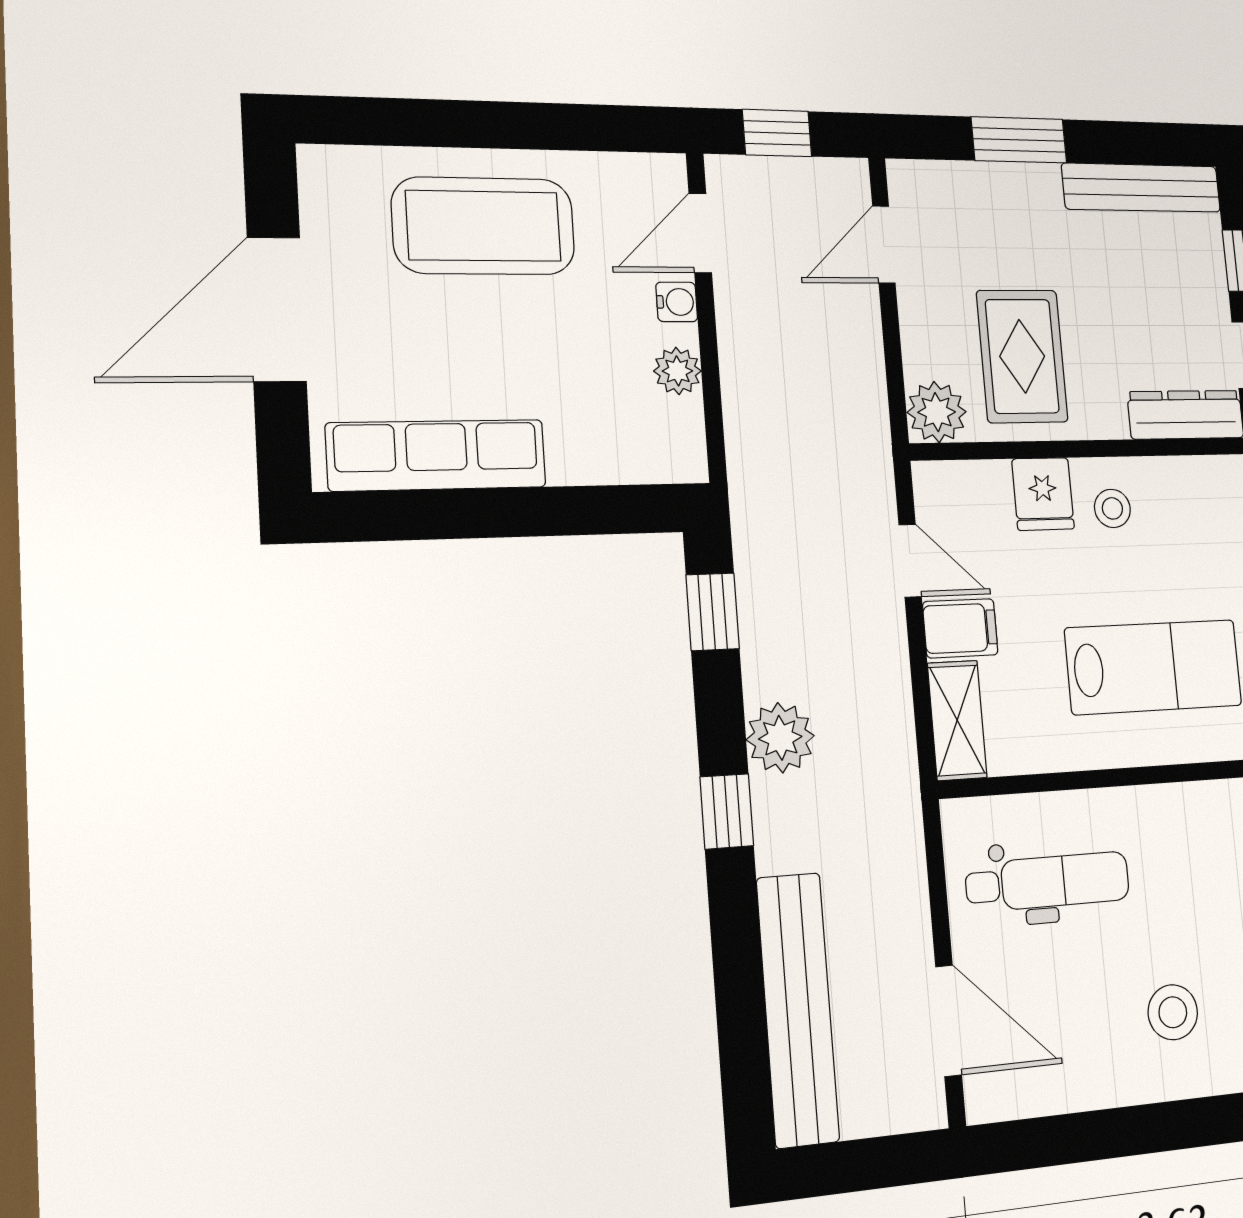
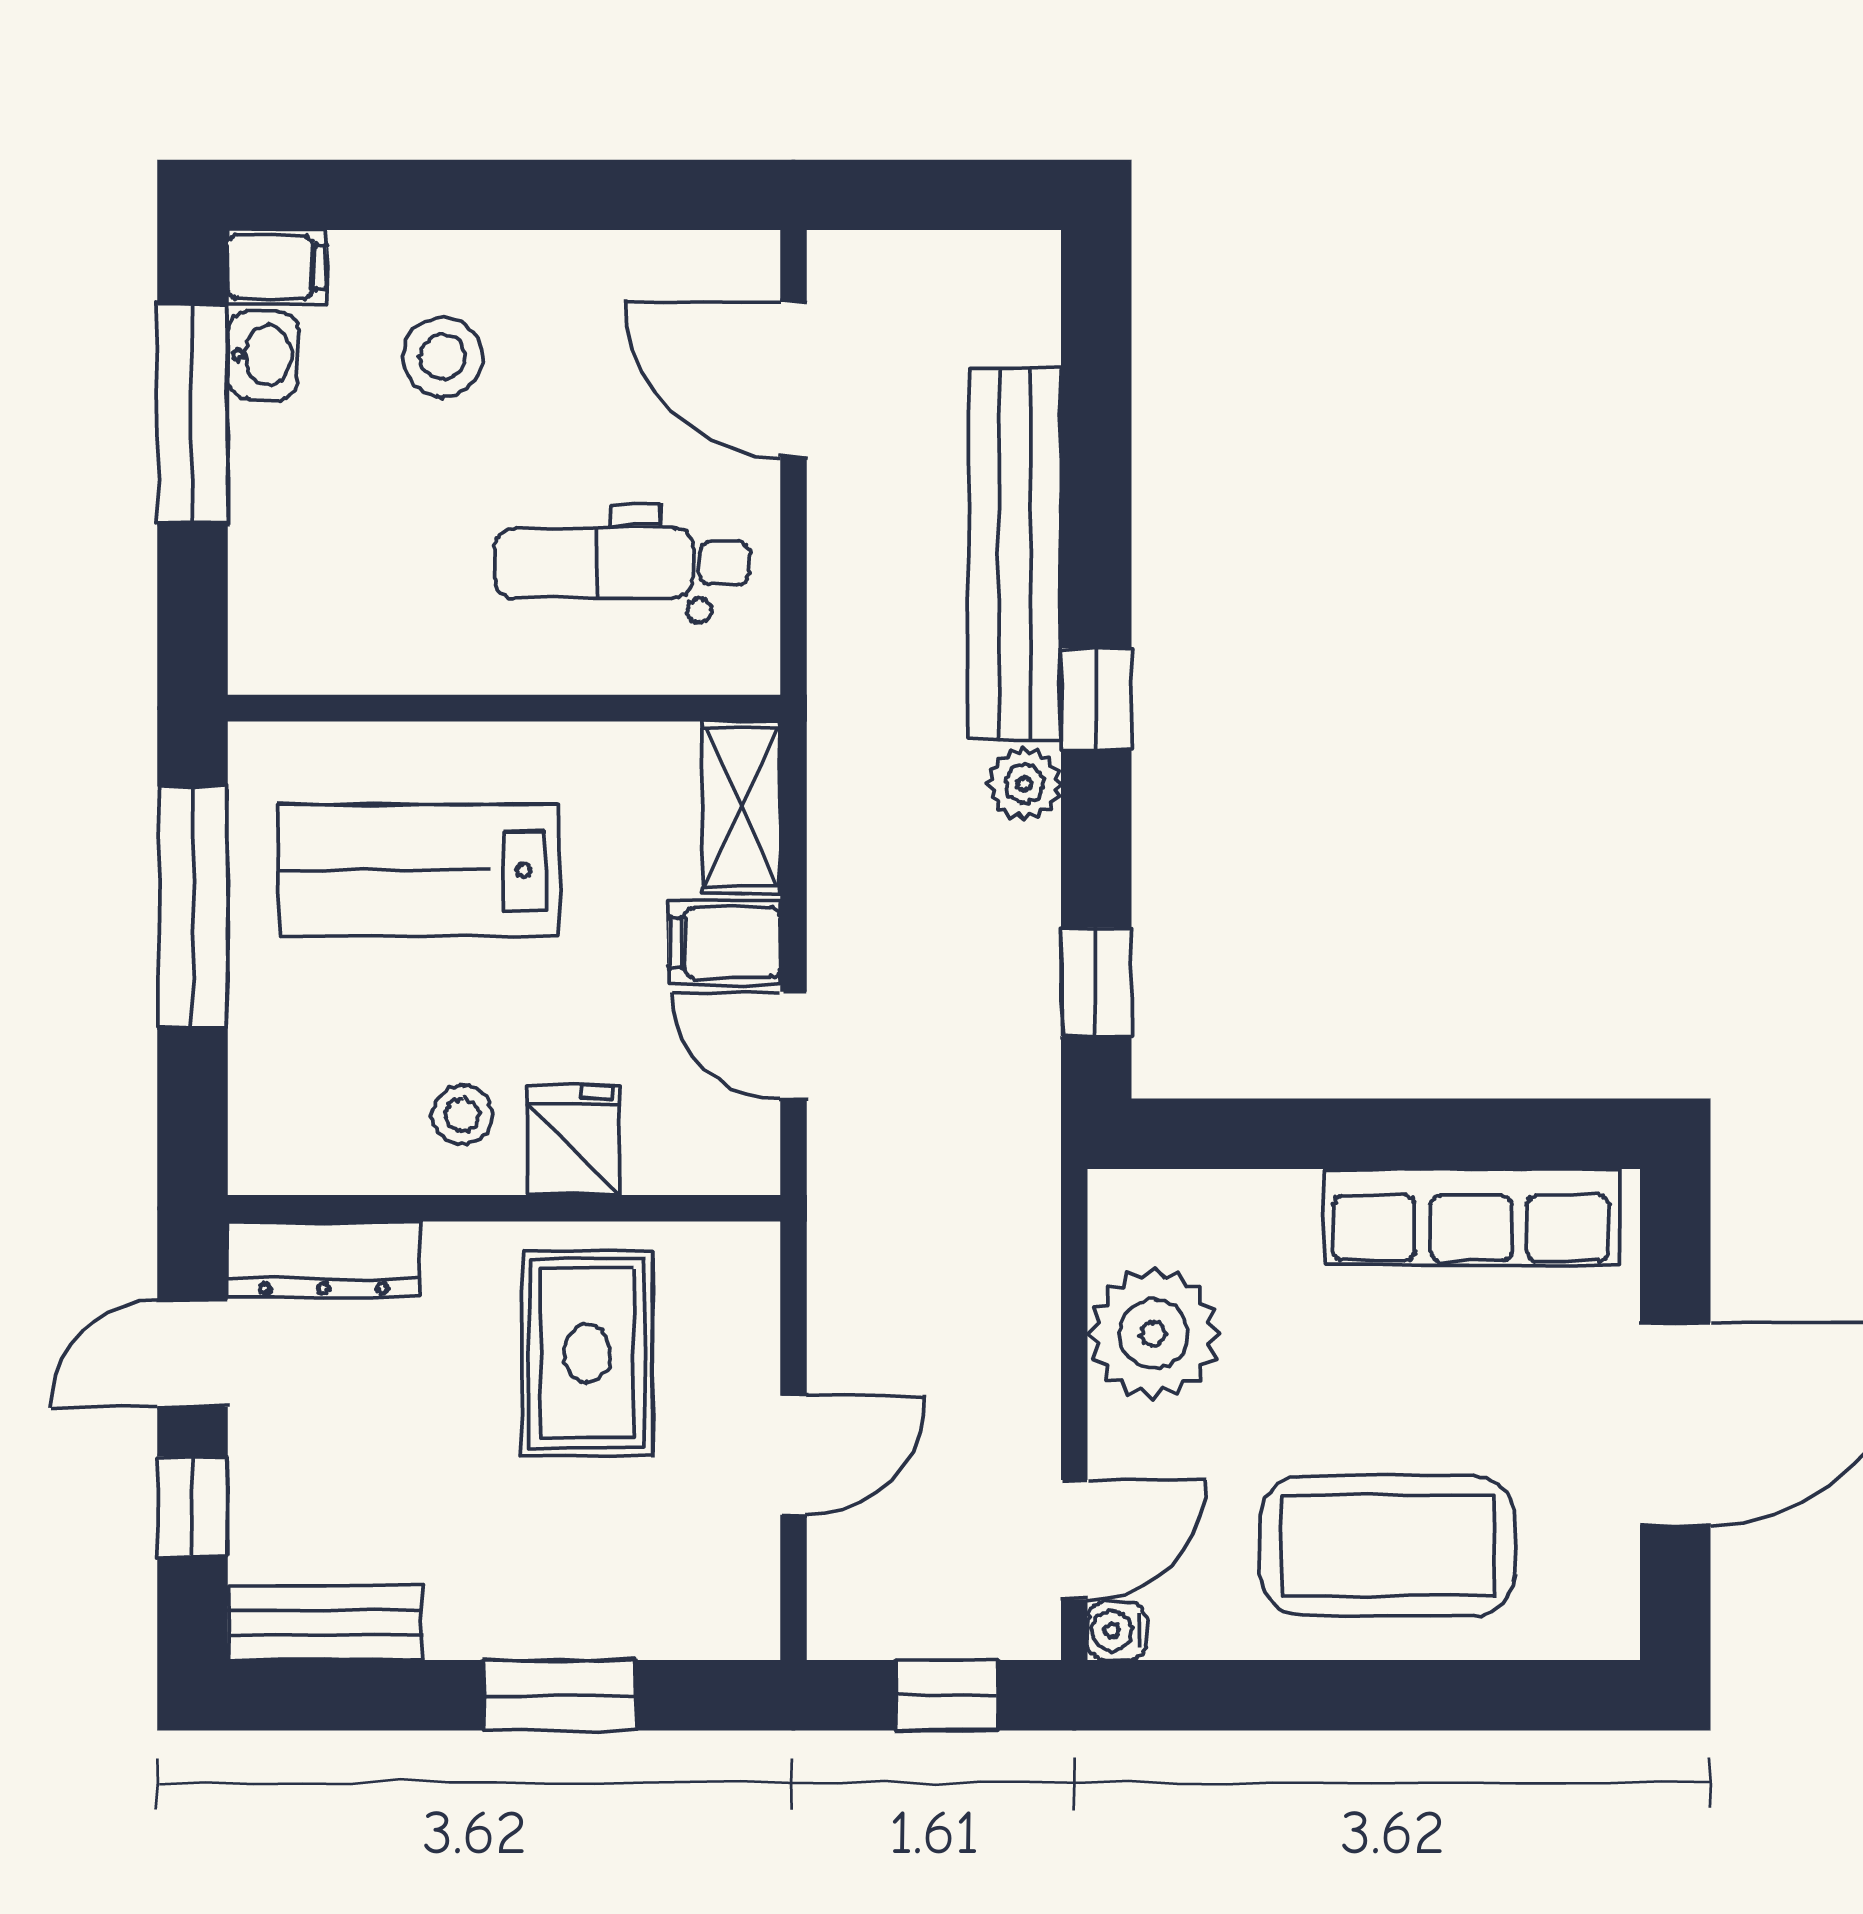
bench: (1141, 188) -> (325, 1623), width x0.73
door: (884, 245) -> (793, 1455), moved
water cooler: (677, 302) -> (1117, 1631), moved
plant: (677, 371) -> (1153, 1334), width x1.88, depth x1.88
plant: (937, 412) -> (732, 1268), removed
plant: (780, 738) -> (1024, 784), width x0.73, depth x0.73
bench: (798, 1009) -> (1015, 554), moved

